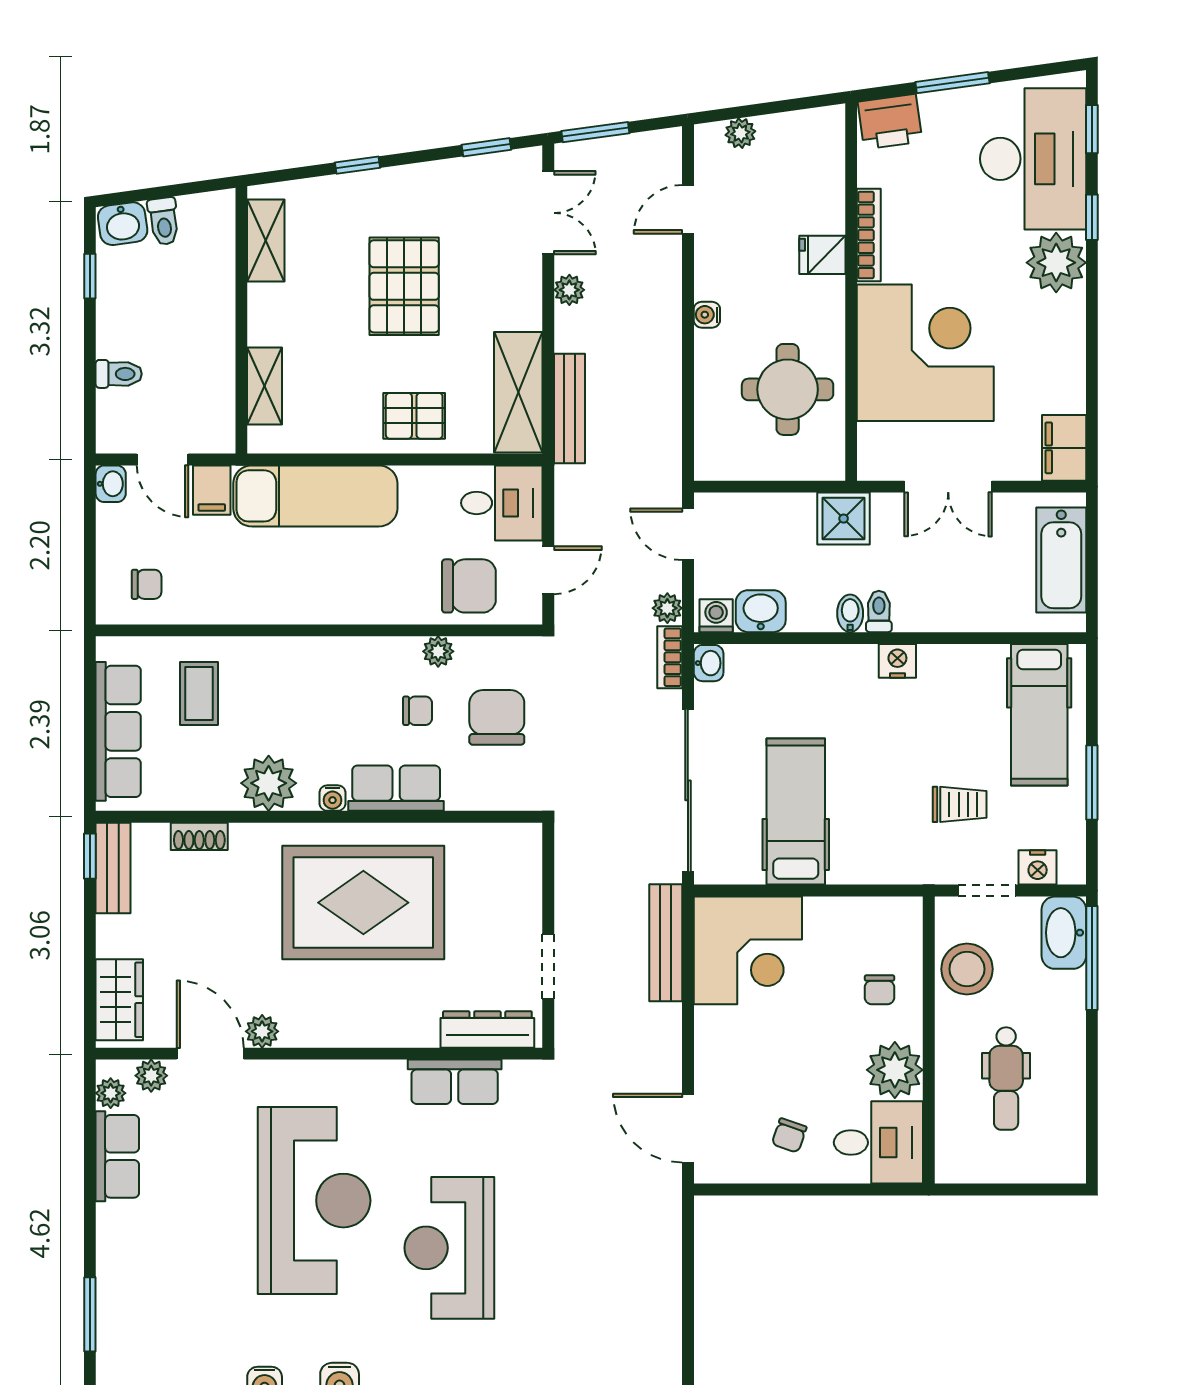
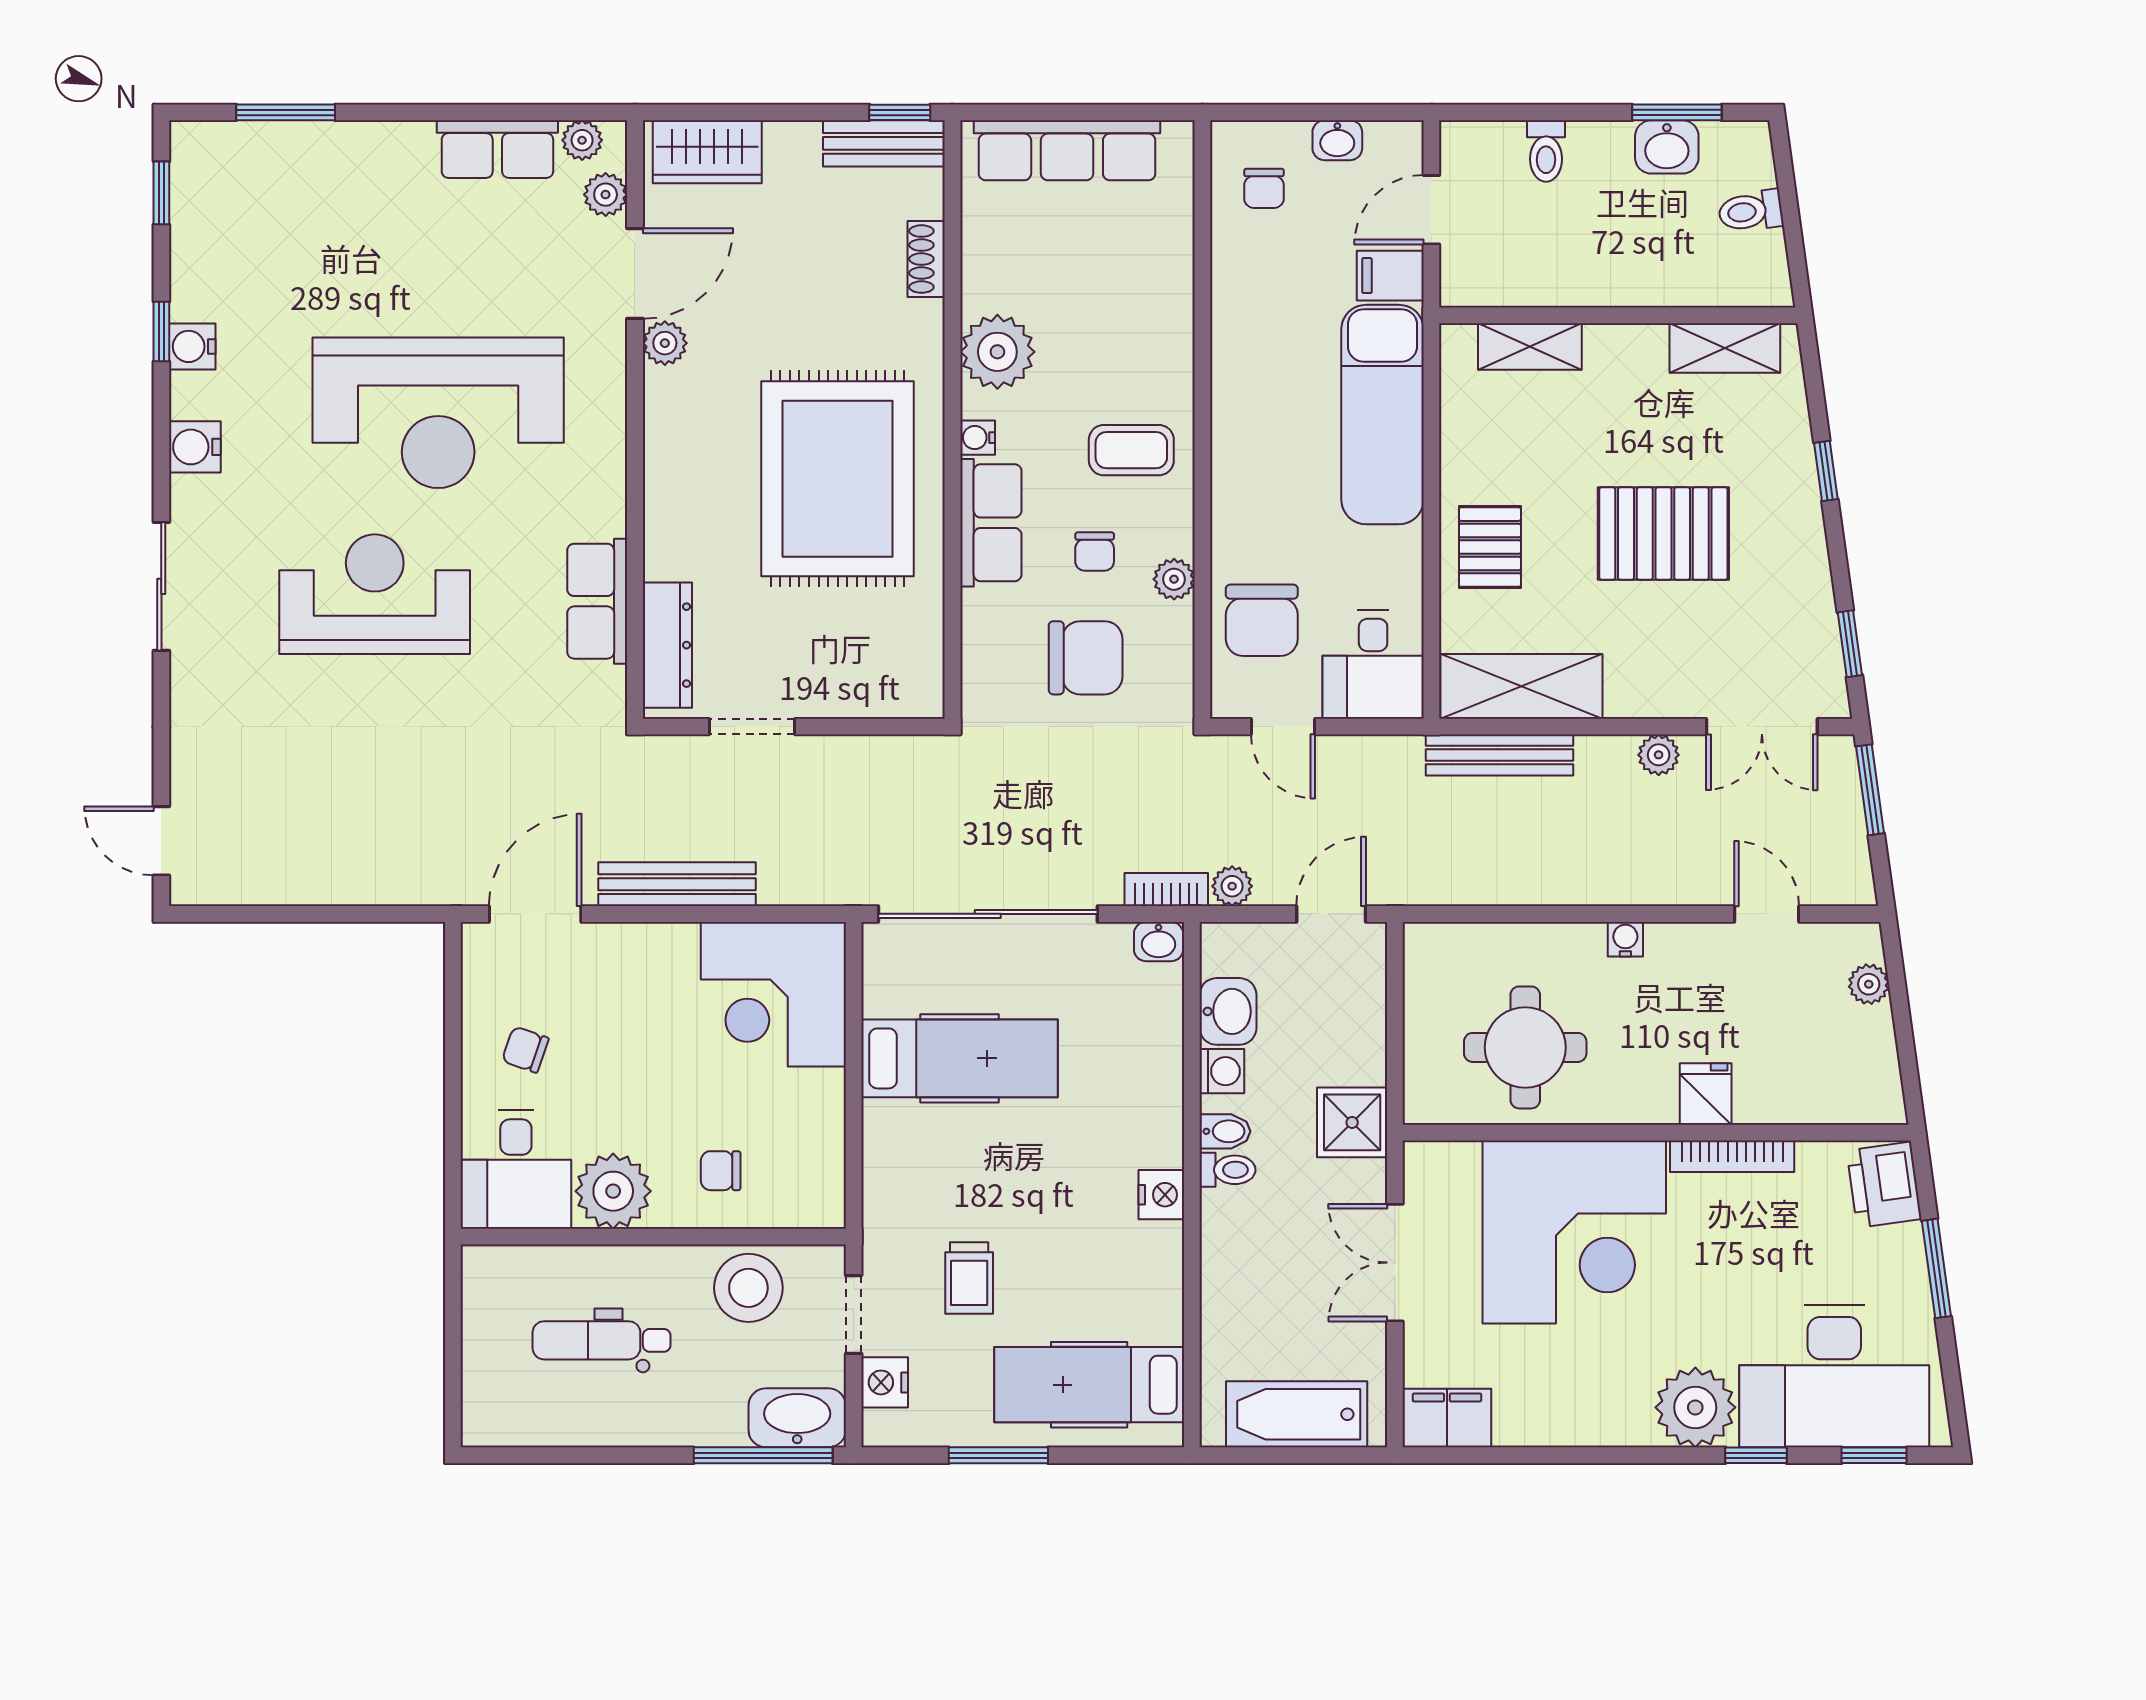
washbasin: (123, 224) -> (1667, 147), moved, turned -82
window: (90, 276) -> (1677, 112), width x1.50
washbasin: (111, 484) -> (1337, 140), moved
washing machine: (716, 616) -> (1222, 1071), moved
coffee table: (199, 693) -> (1131, 450), moved
bench: (666, 943) -> (677, 884), moved

